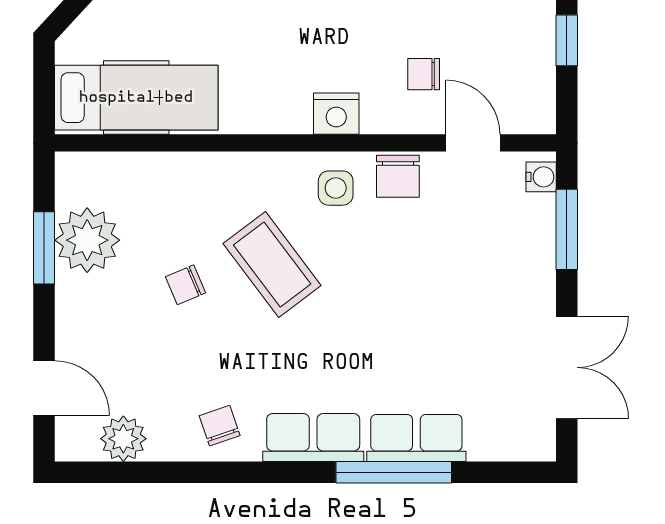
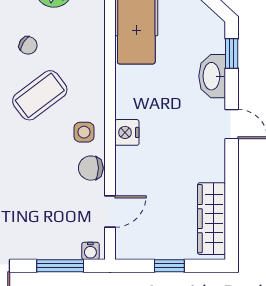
chair: (424, 74) -> (150, 183), removed
chair: (186, 285) -> (28, 45), turned 146

